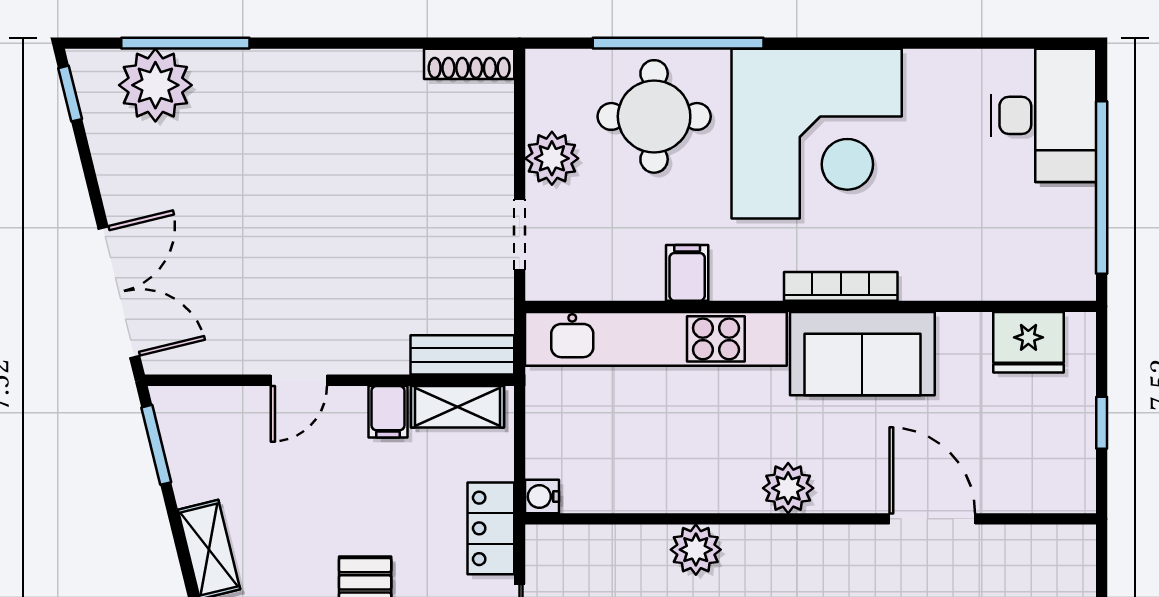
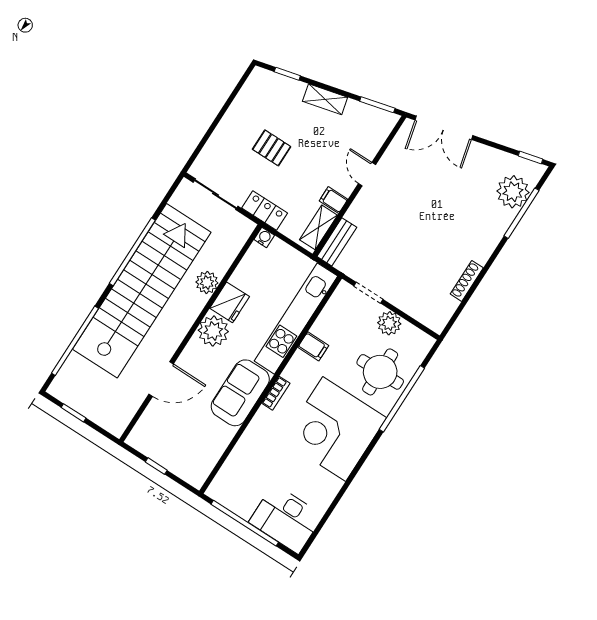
shoe rack: (469, 64) -> (467, 281), moved
bookcase: (841, 286) -> (276, 393), width x0.64
fridge: (1028, 342) -> (230, 302), moved, turned 180
plant: (788, 488) -> (213, 331), width x1.36, depth x1.36

